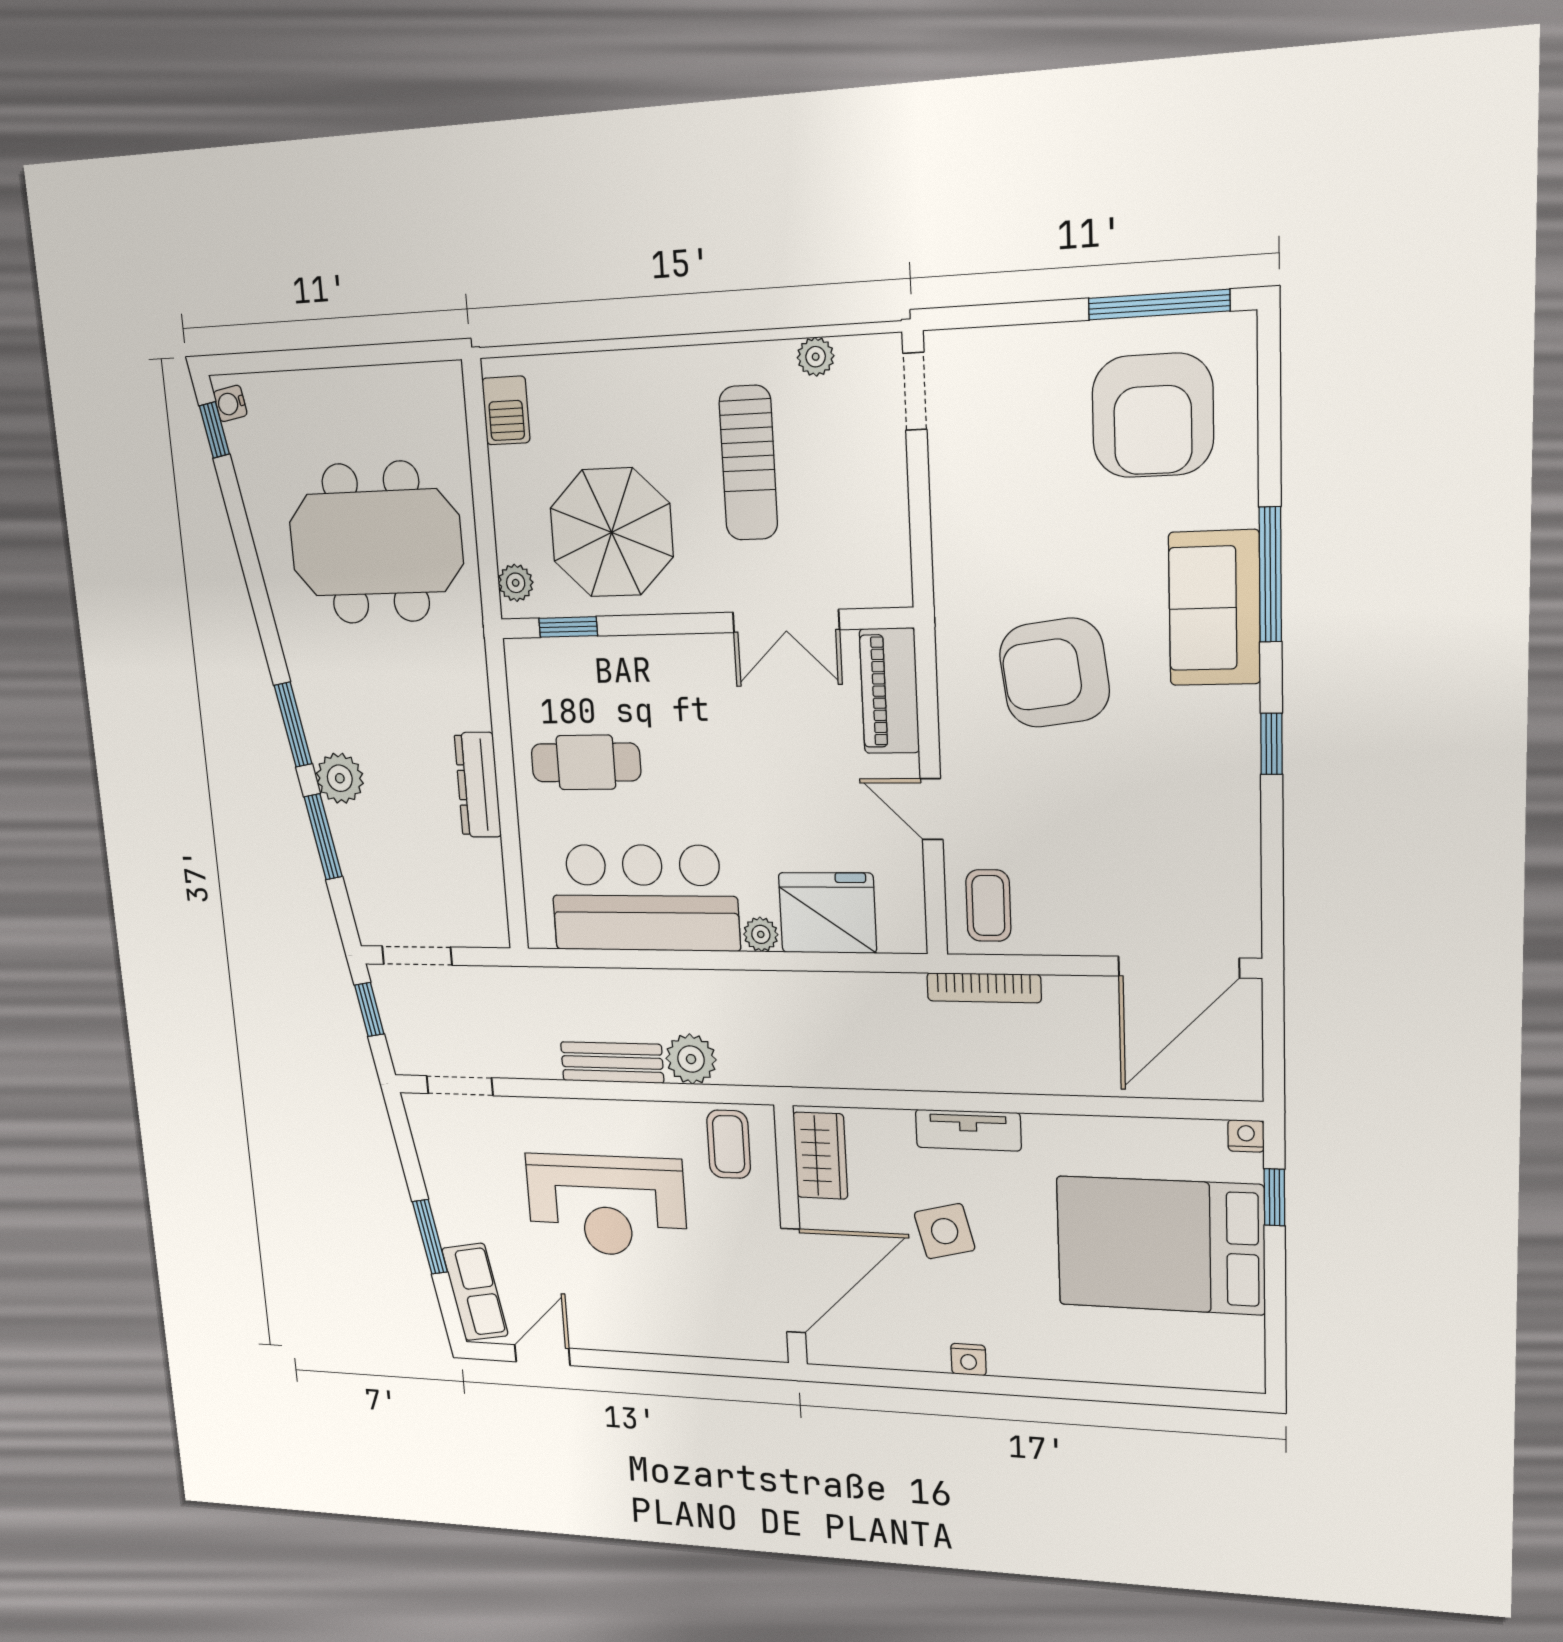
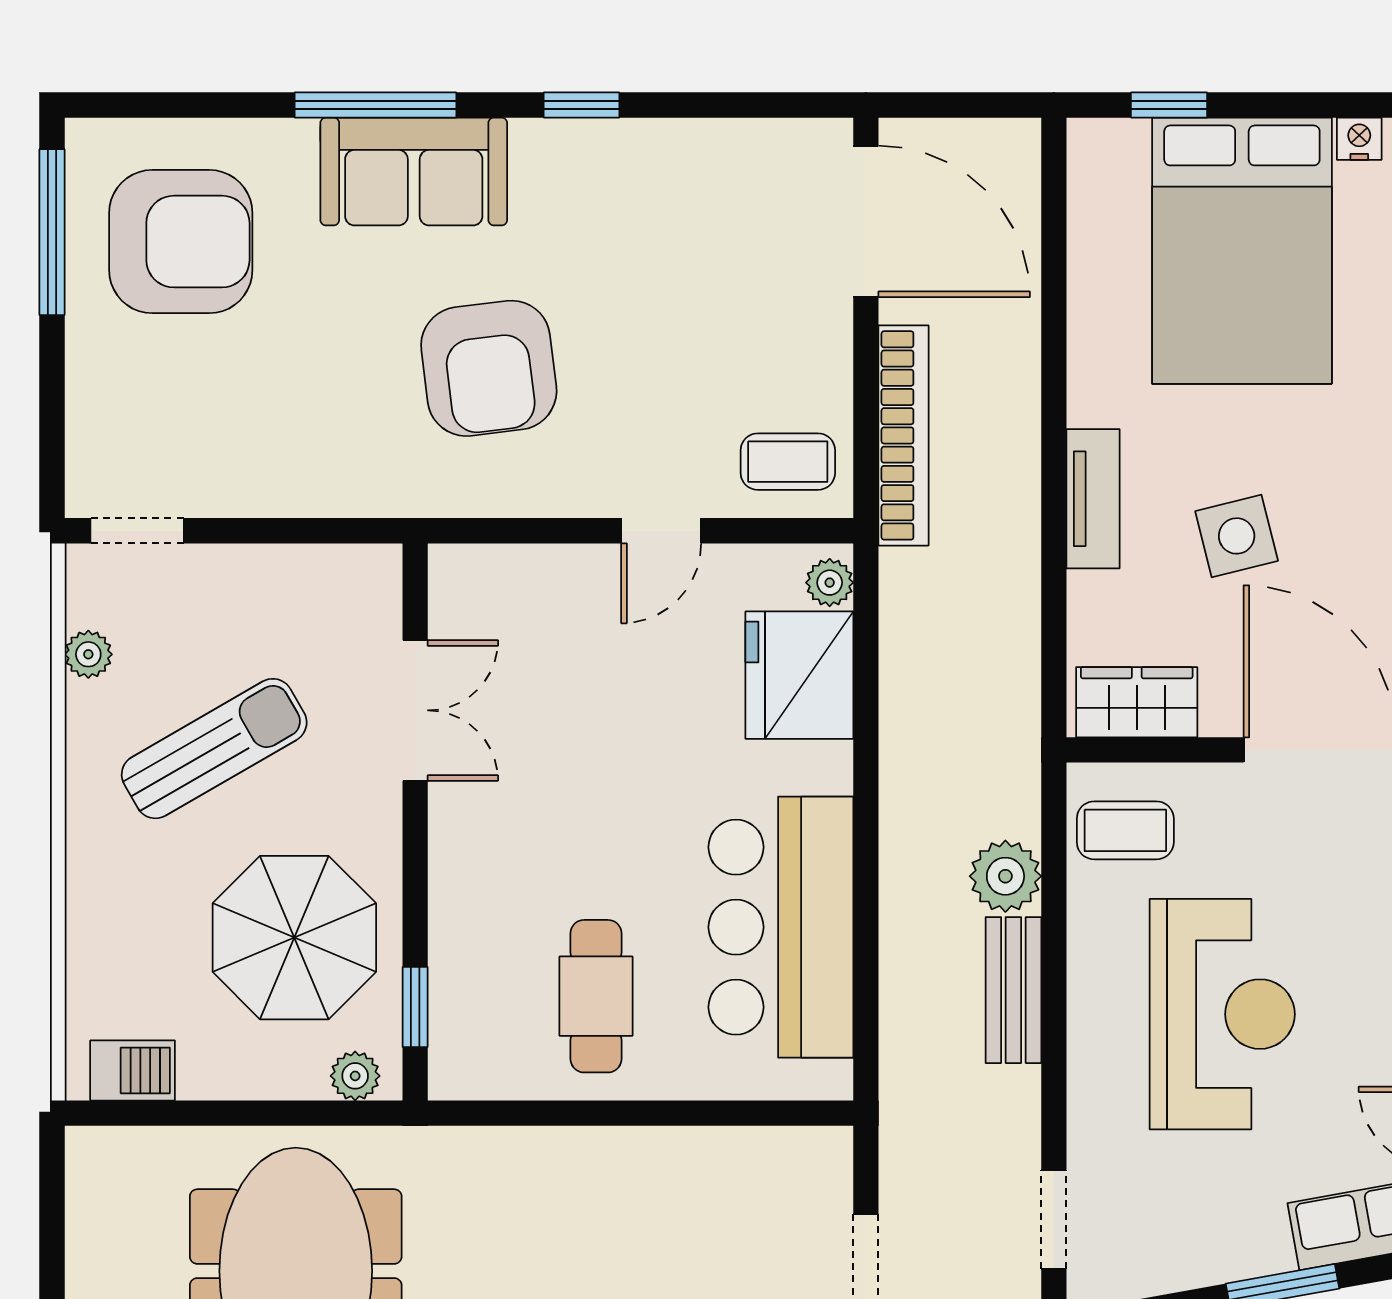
sun lounger: (748, 463) -> (214, 749), turned -30
piano: (890, 691) -> (508, 579), removed
dresser: (478, 785) -> (625, 1154), removed
plant: (761, 934) -> (830, 583), moved
bookcase: (984, 988) -> (903, 435), width x1.48, depth x1.31
nightstand: (1246, 1136) -> (1359, 139), moved, turned 90

